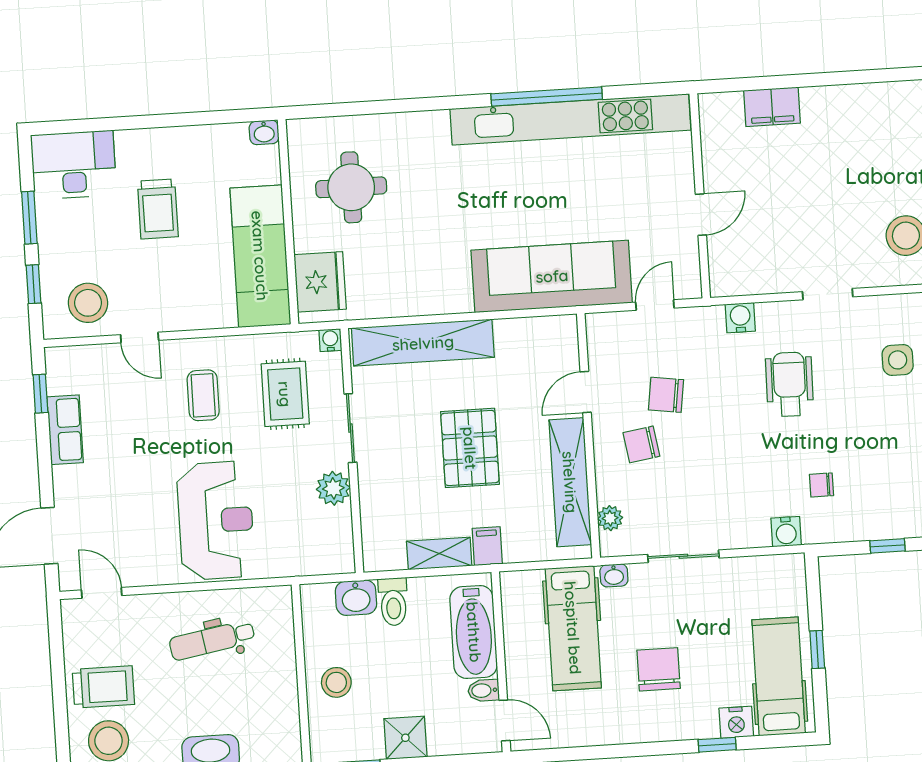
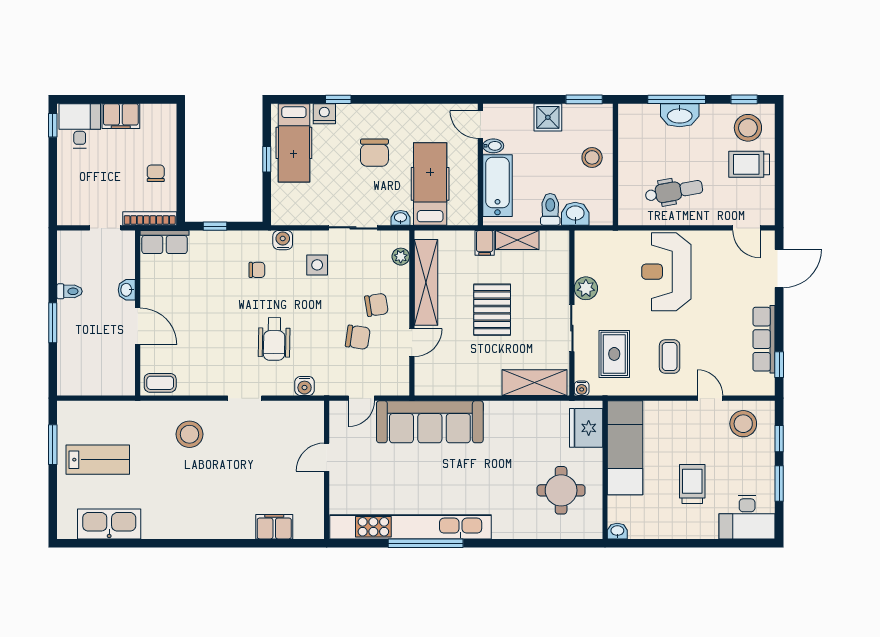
shelving: (423, 343) -> (535, 383), width x0.68
side table: (898, 360) -> (317, 265), moved
row of seats: (65, 430) -> (764, 339), width x1.48

